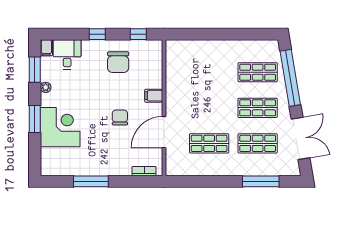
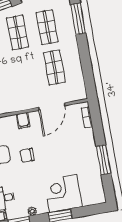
chair: (120, 117) -> (27, 155), moved
door: (164, 132) -> (52, 107), hinge flipped

